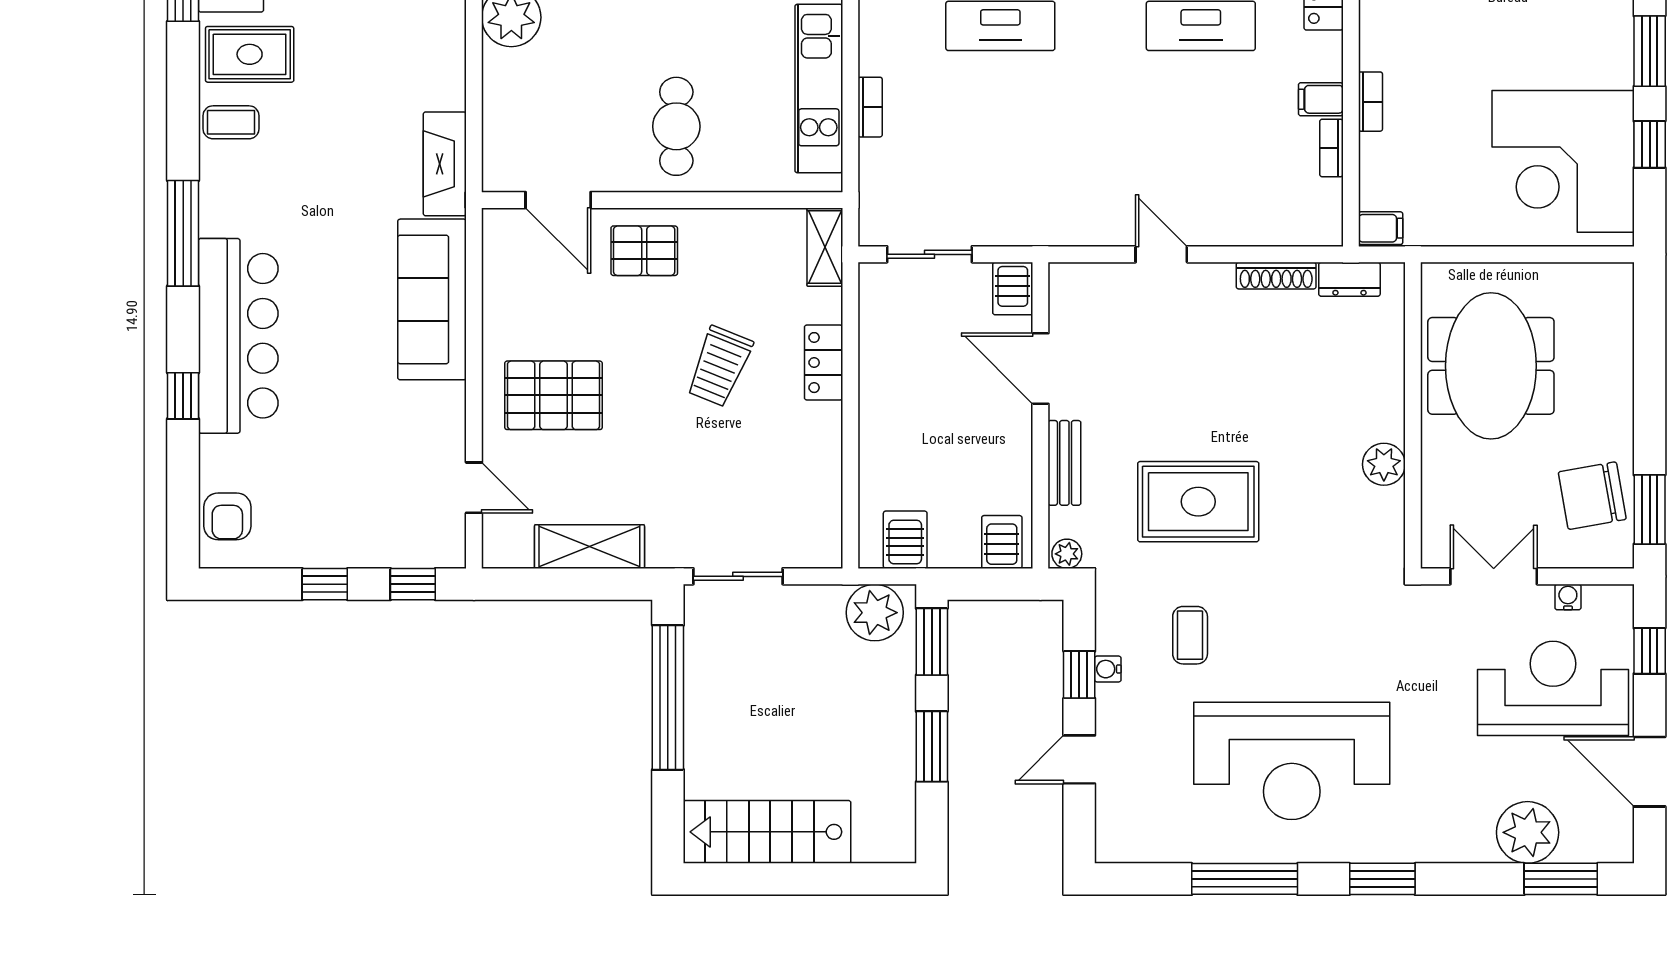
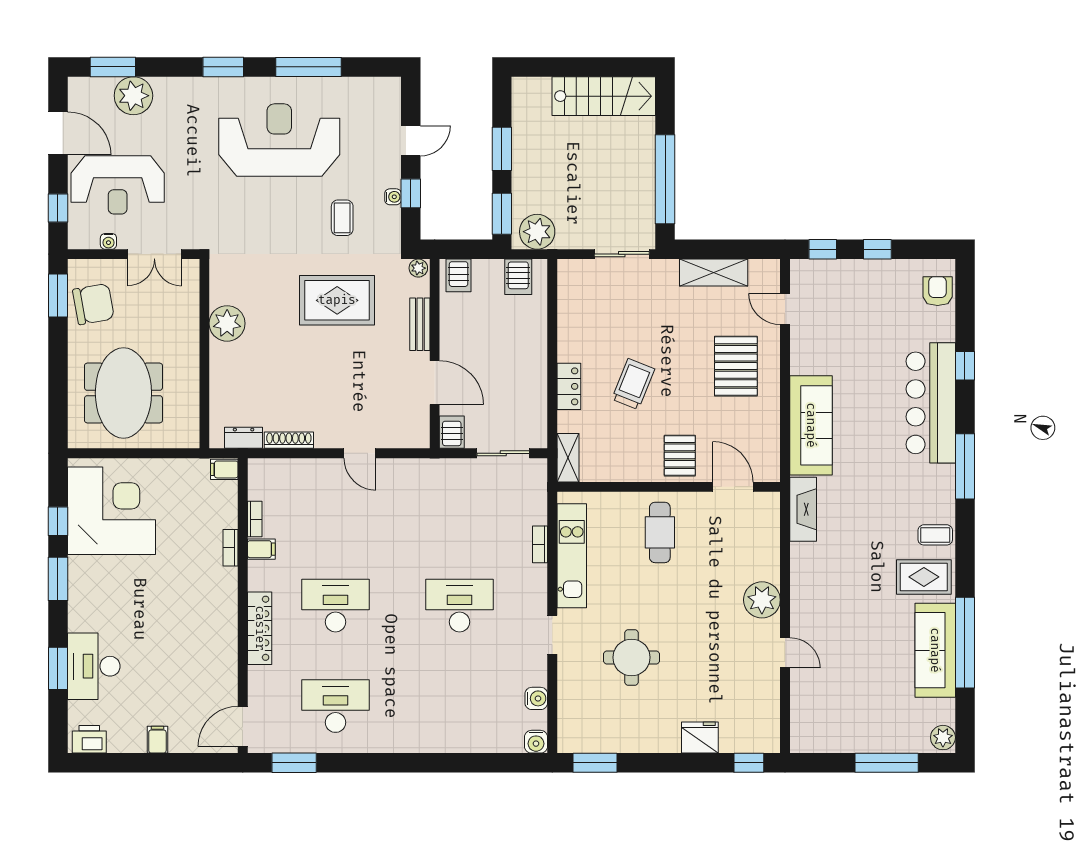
pallet: (644, 251) -> (680, 456), turned 90
meeting table: (1491, 366) -> (123, 393), moved
pallet: (553, 395) -> (736, 366), turned 90
plant: (1384, 464) -> (227, 323), width x1.36, depth x1.36

